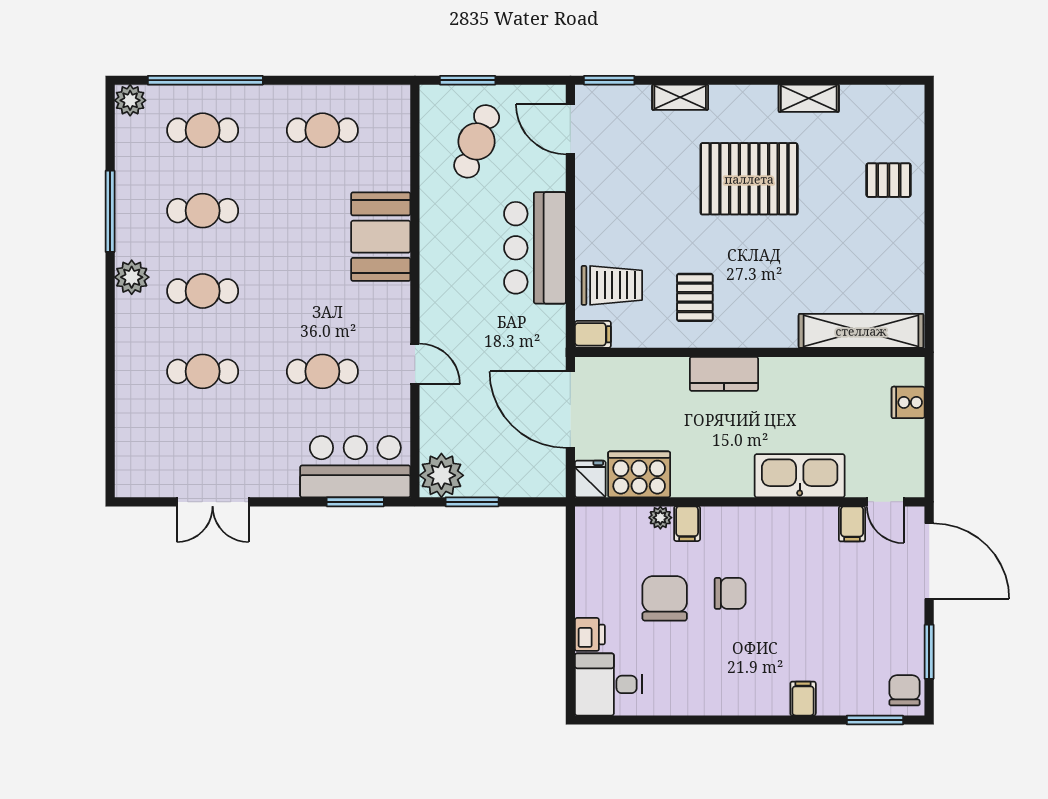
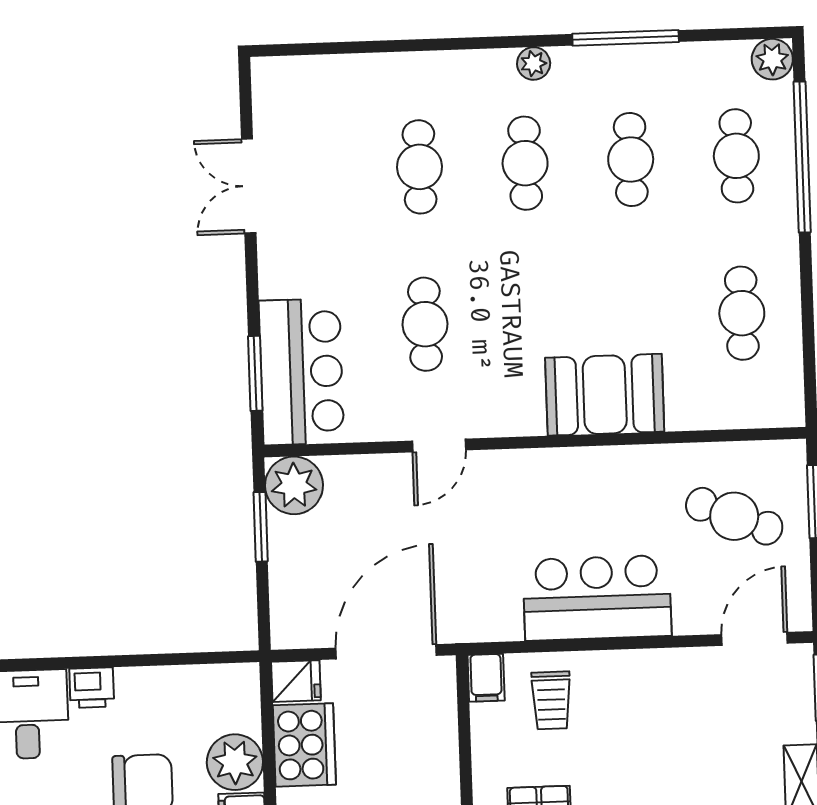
plant: (132, 277) -> (534, 63), width x0.73, depth x0.73
trolley: (612, 285) -> (551, 700), width x0.73, depth x0.72
plant: (660, 518) -> (235, 762), width x1.88, depth x1.88

